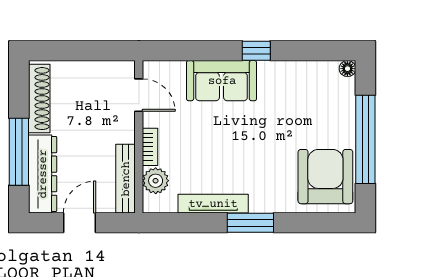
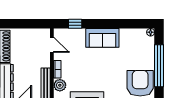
window: (256, 51) -> (75, 24), moved
sofa: (222, 81) -> (102, 38), moved

